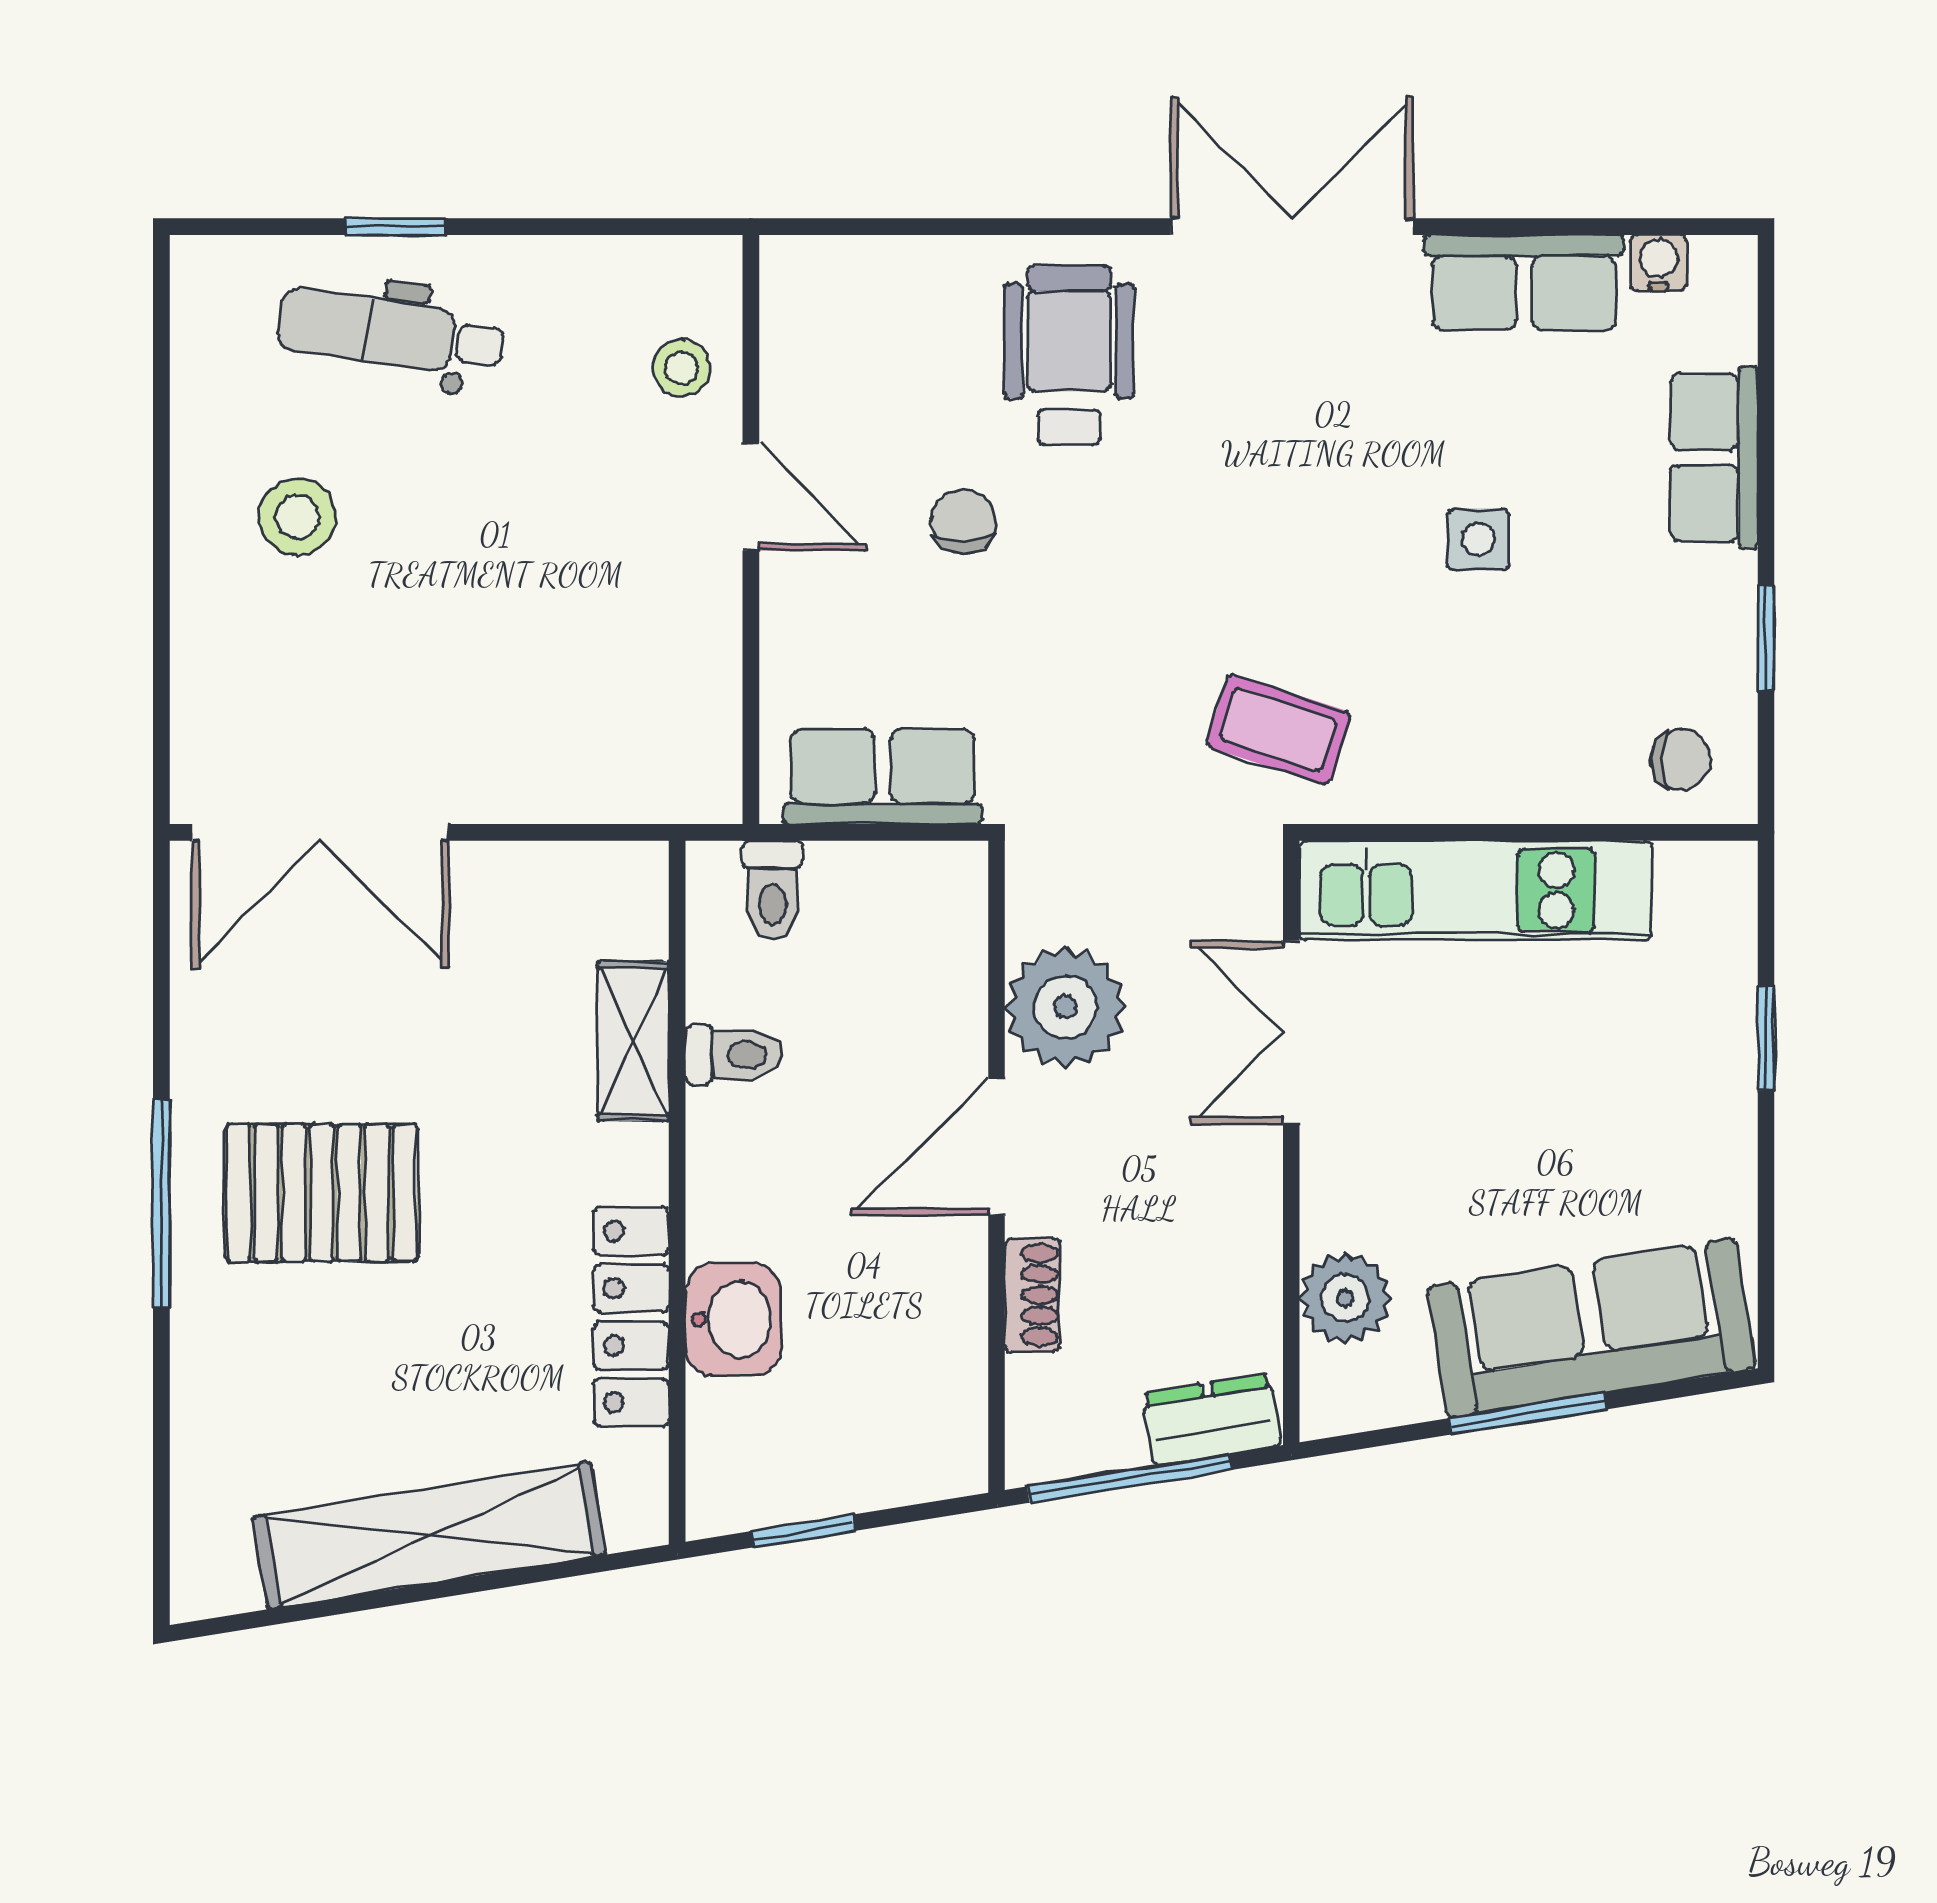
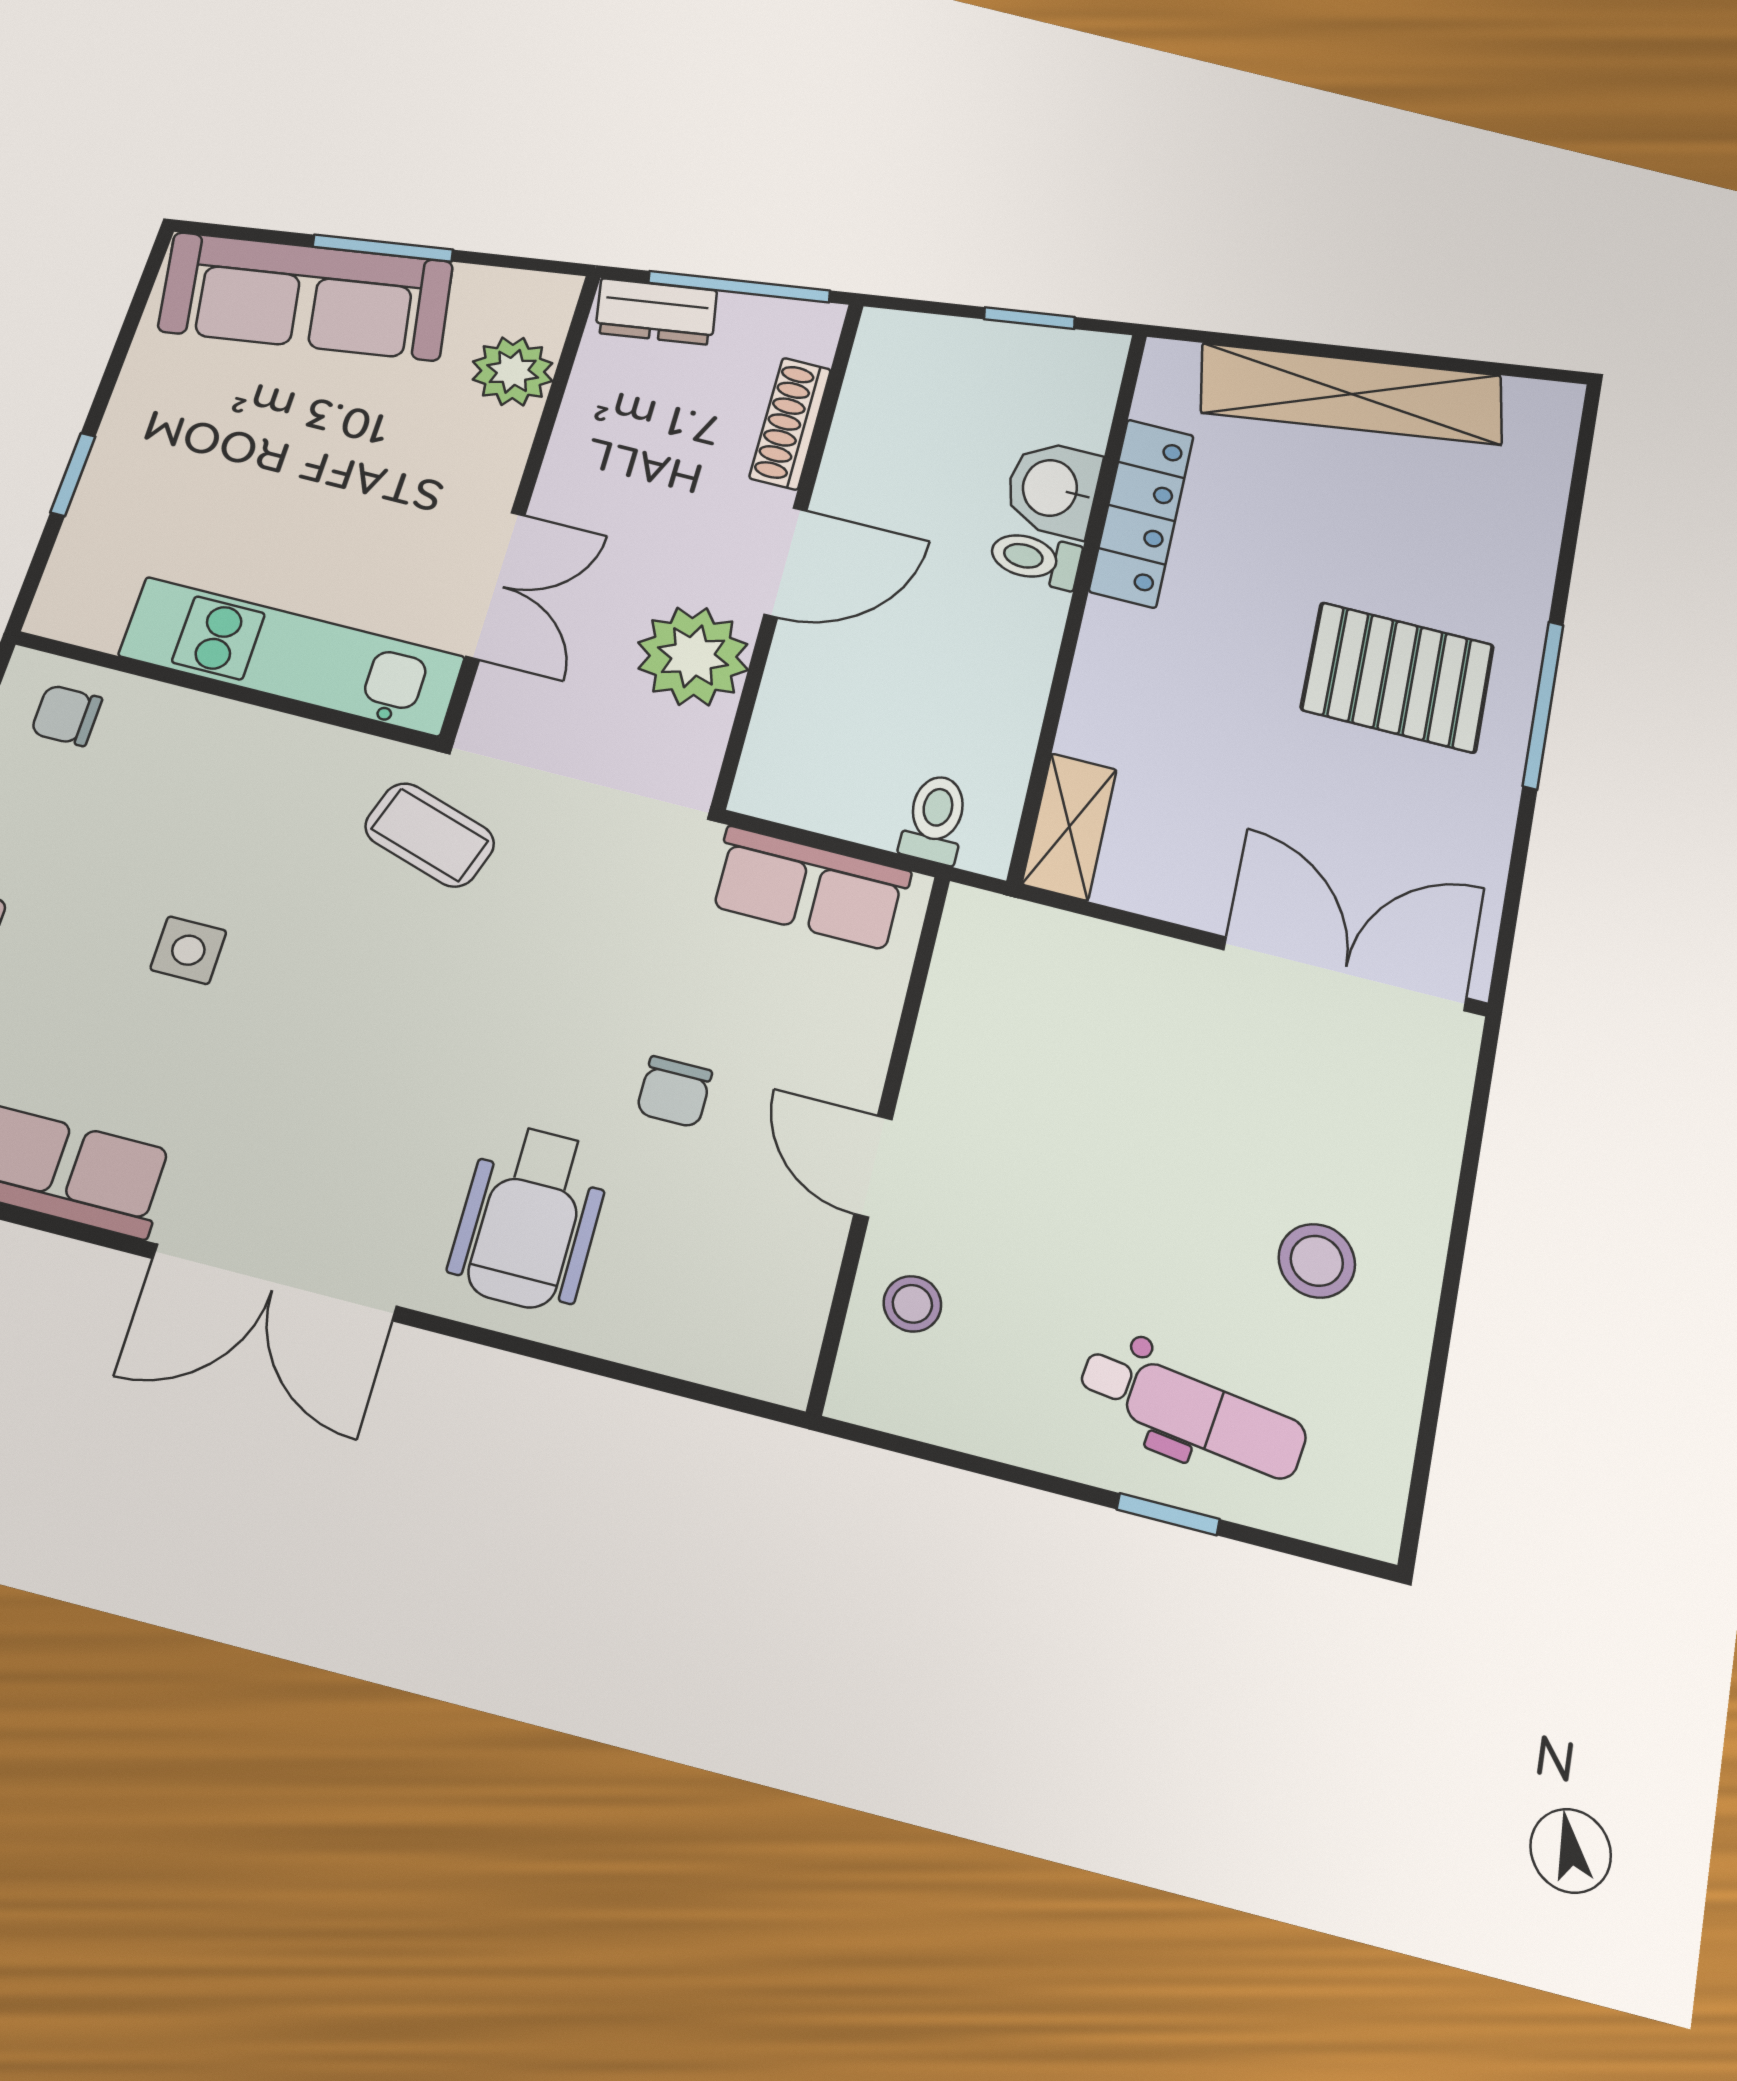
shelving: (633, 1041) -> (1069, 827), moved
toilet: (734, 1055) -> (1035, 559), moved
shoe rack: (1032, 1295) -> (790, 423), width x1.43

